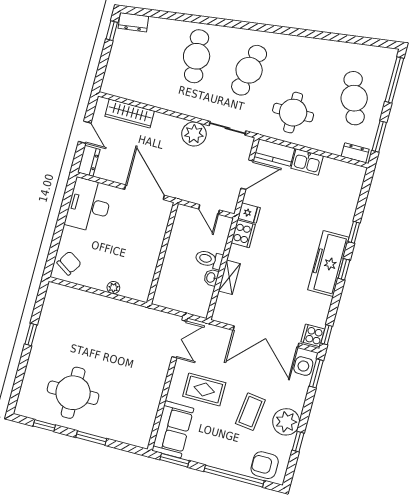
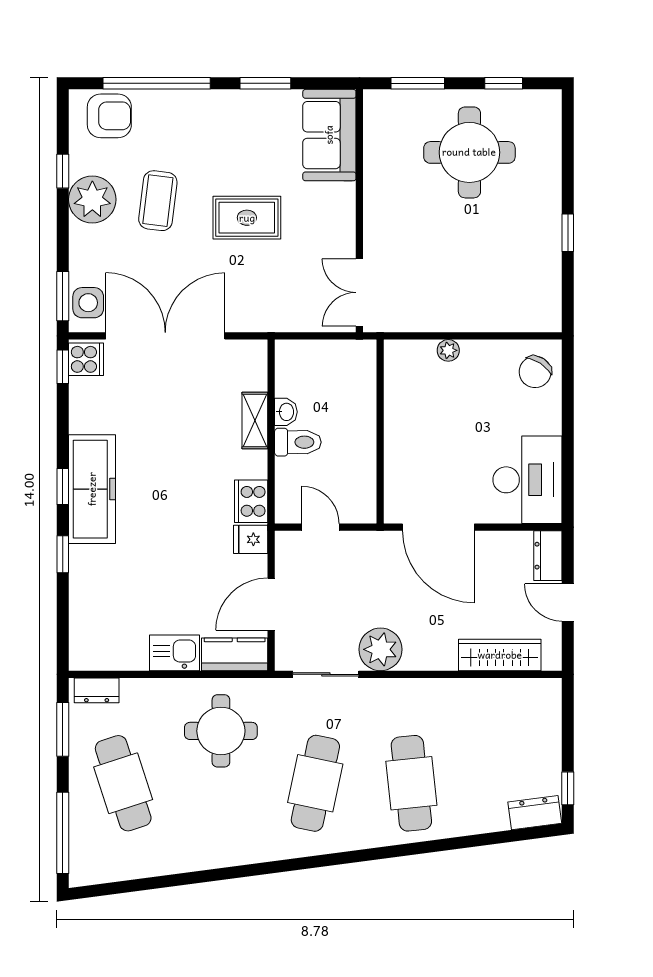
double door: (179, 339) -> (359, 293), moved
wall: (167, 384) -> (359, 211), moved
sofa: (173, 429) -> (329, 135), moved

